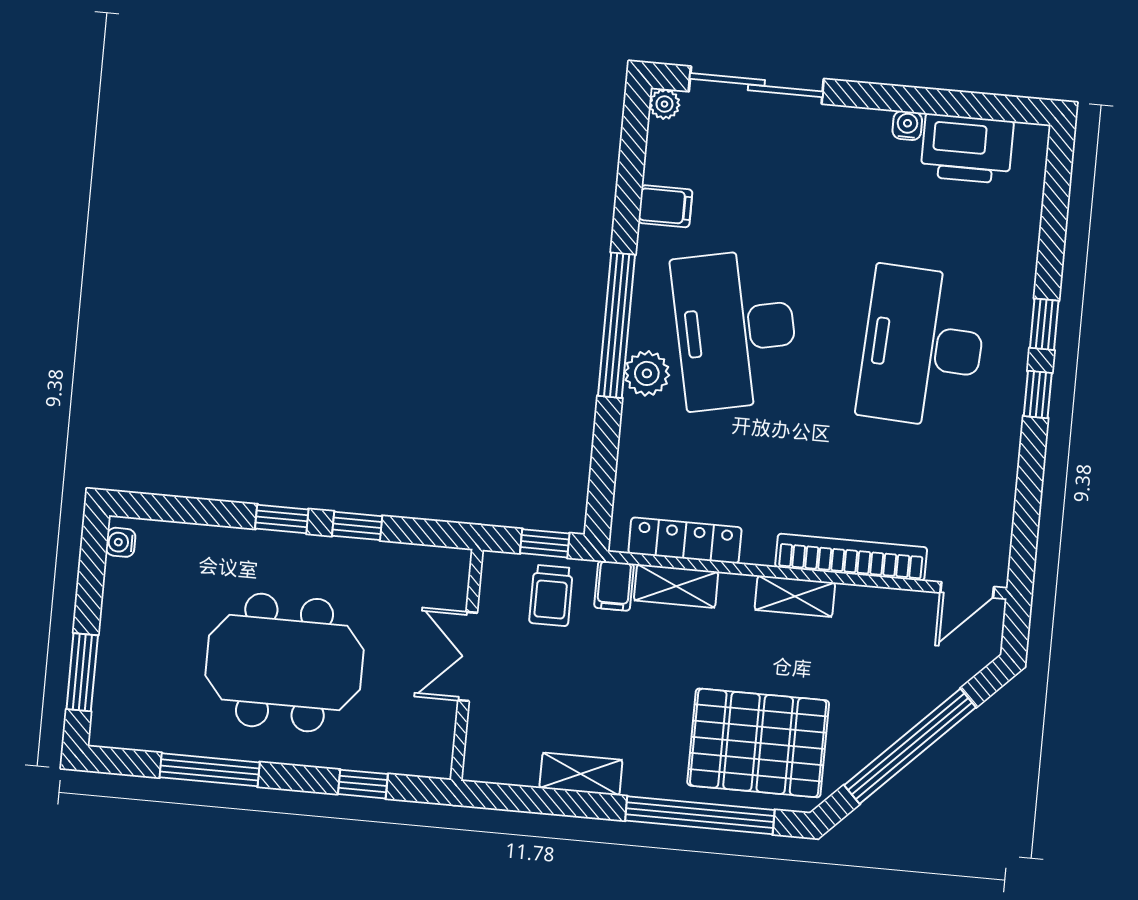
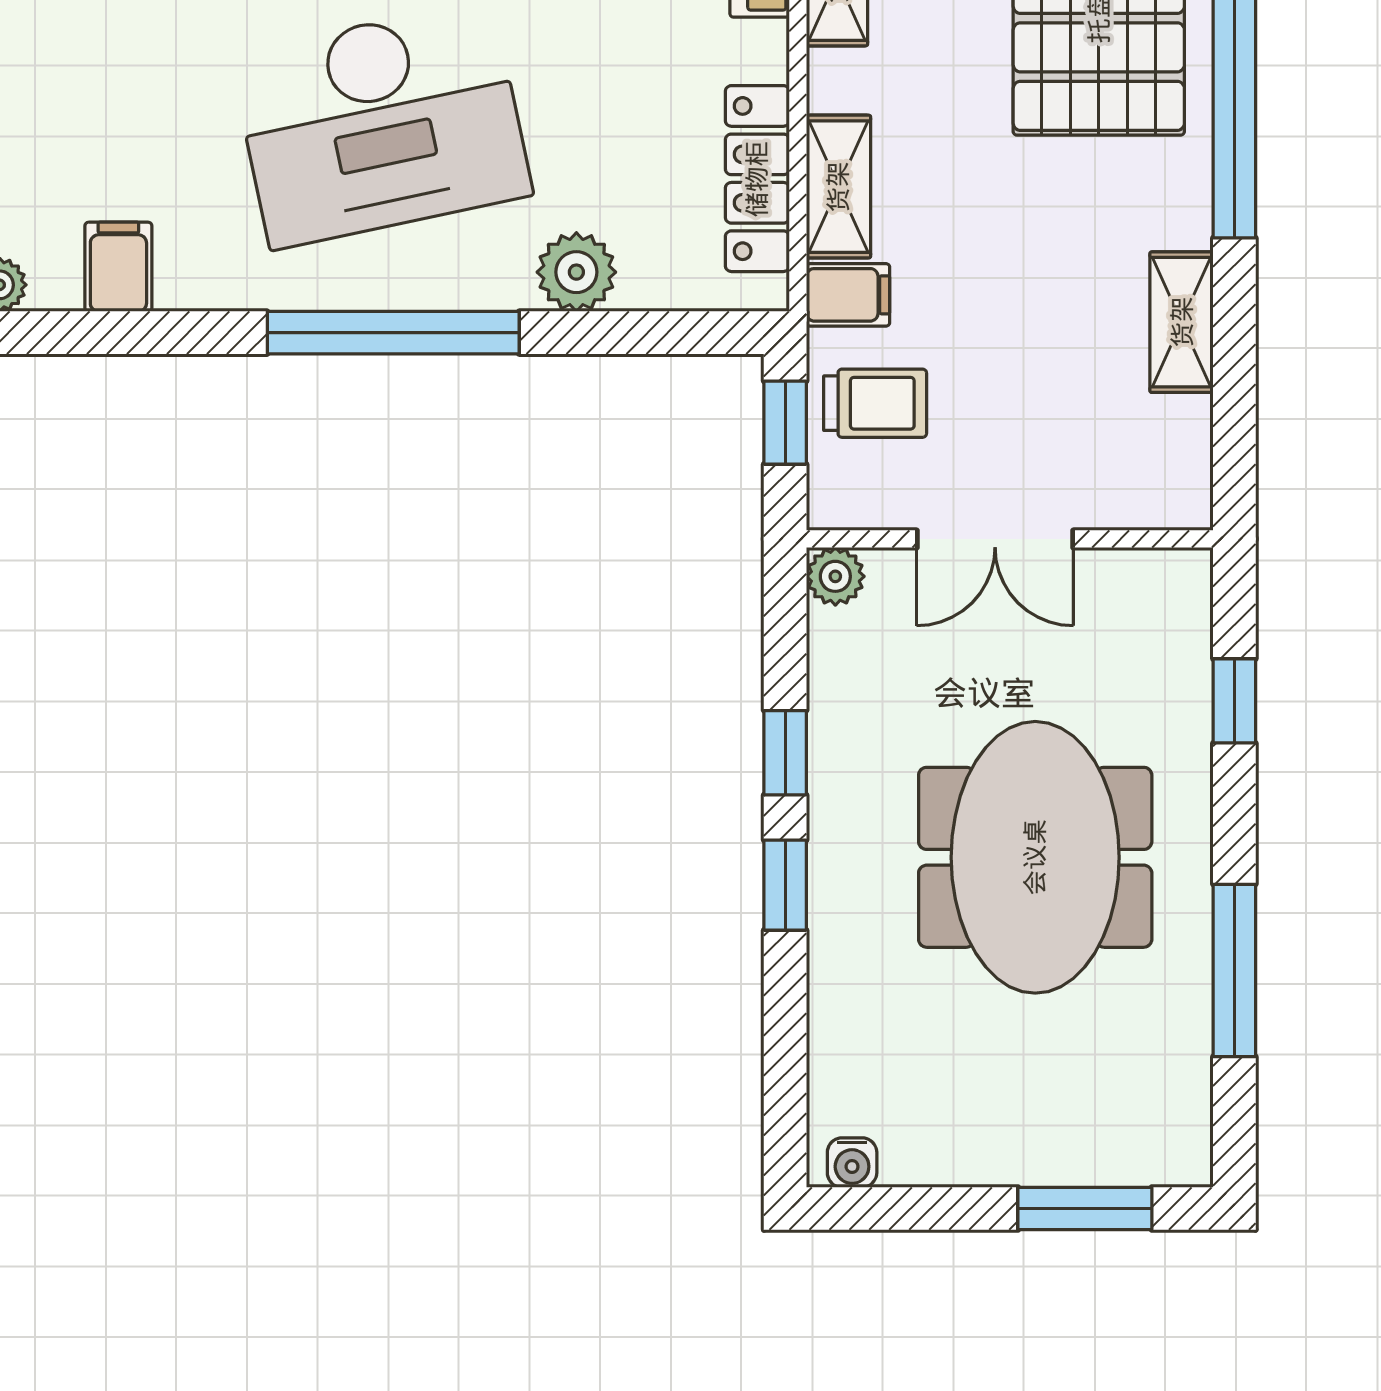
filing cabinet: (665, 206) -> (118, 267), moved
plant: (647, 373) -> (576, 272), moved
plant: (455, 564) -> (835, 576), added

